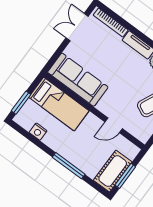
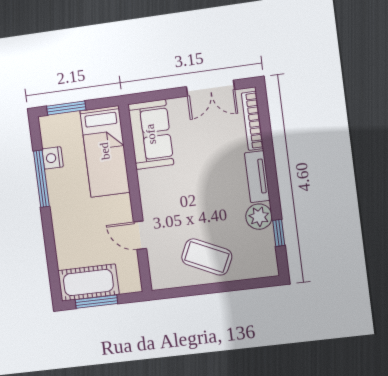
double door: (77, 27) -> (210, 88), swing flipped
sofa: (78, 80) -> (151, 134), width x0.73
window: (69, 166) -> (41, 179), moved

